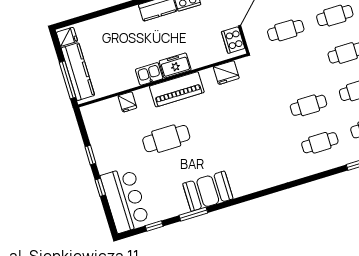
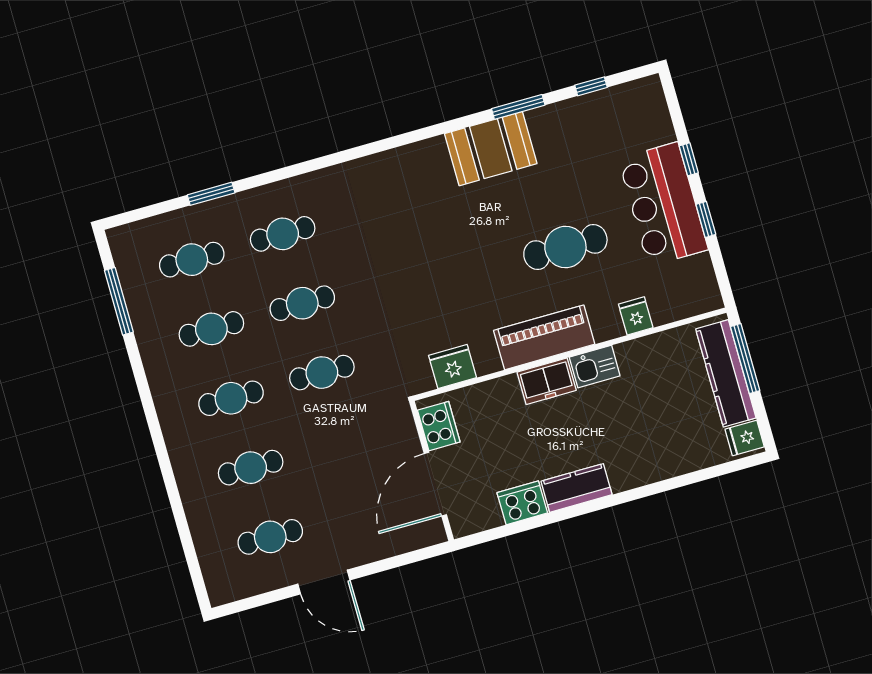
cafe table: (286, 30) -> (322, 373), moved
bar counter: (125, 200) -> (663, 204), moved

